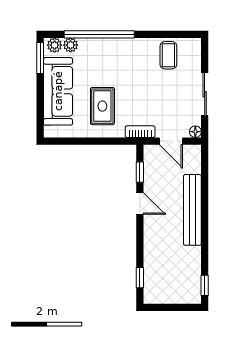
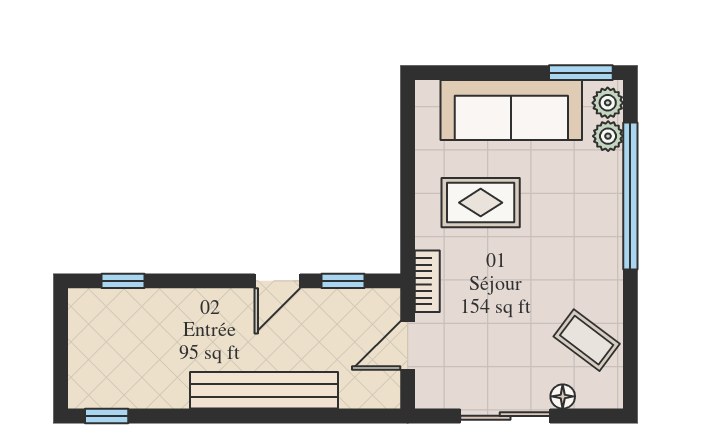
coffee table: (168, 55) -> (587, 340), turned 37
floor lamp: (195, 132) -> (563, 396), moved

